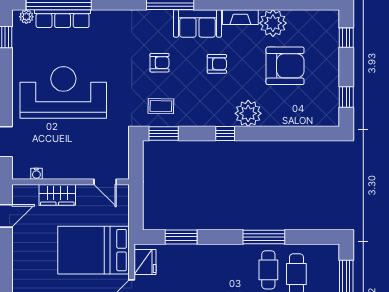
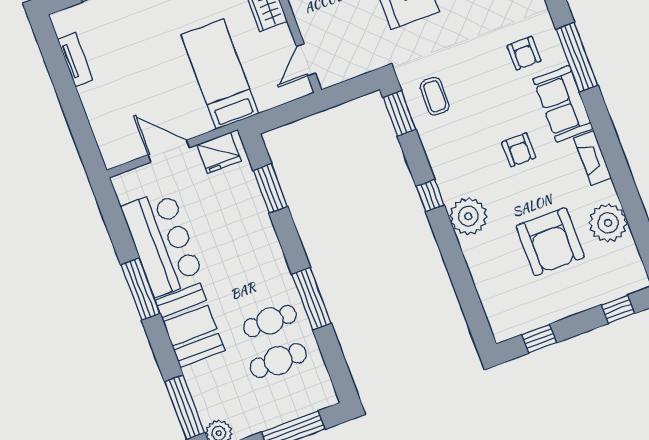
plant: (273, 23) -> (608, 223), moved
armchair: (160, 63) -> (524, 53), moved
bed: (94, 250) -> (220, 74), width x0.67

